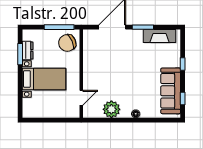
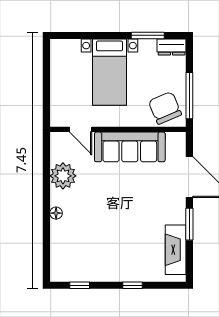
dresser: (28, 50) -> (172, 47), moved
sofa: (171, 91) -> (130, 147), moved, turned 180

